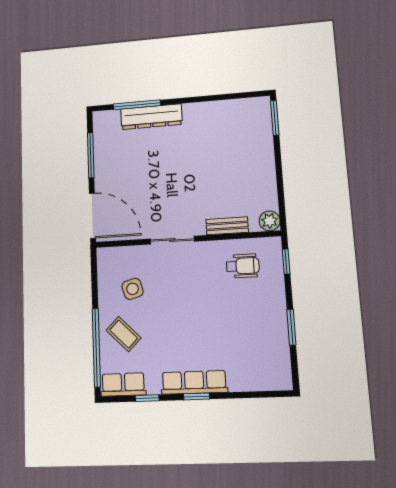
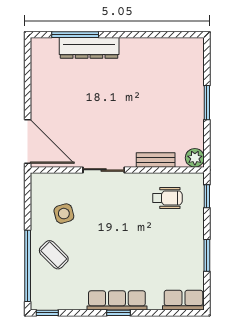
window: (275, 118) -> (207, 103), moved
window: (91, 155) -> (28, 82), removed
row of seats: (123, 385) -> (183, 300), moved
window: (147, 398) -> (47, 313), moved

